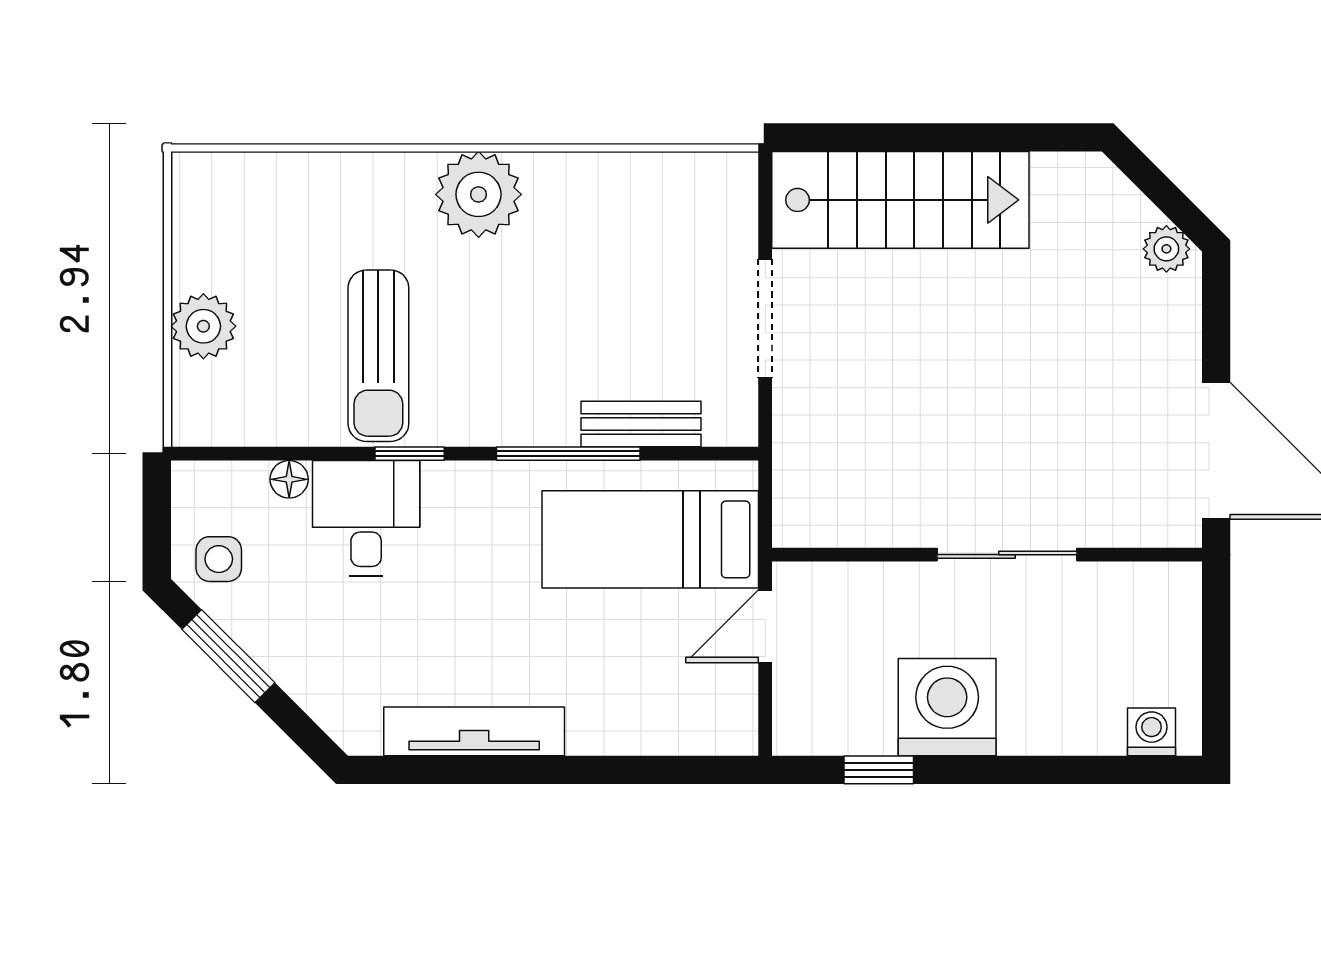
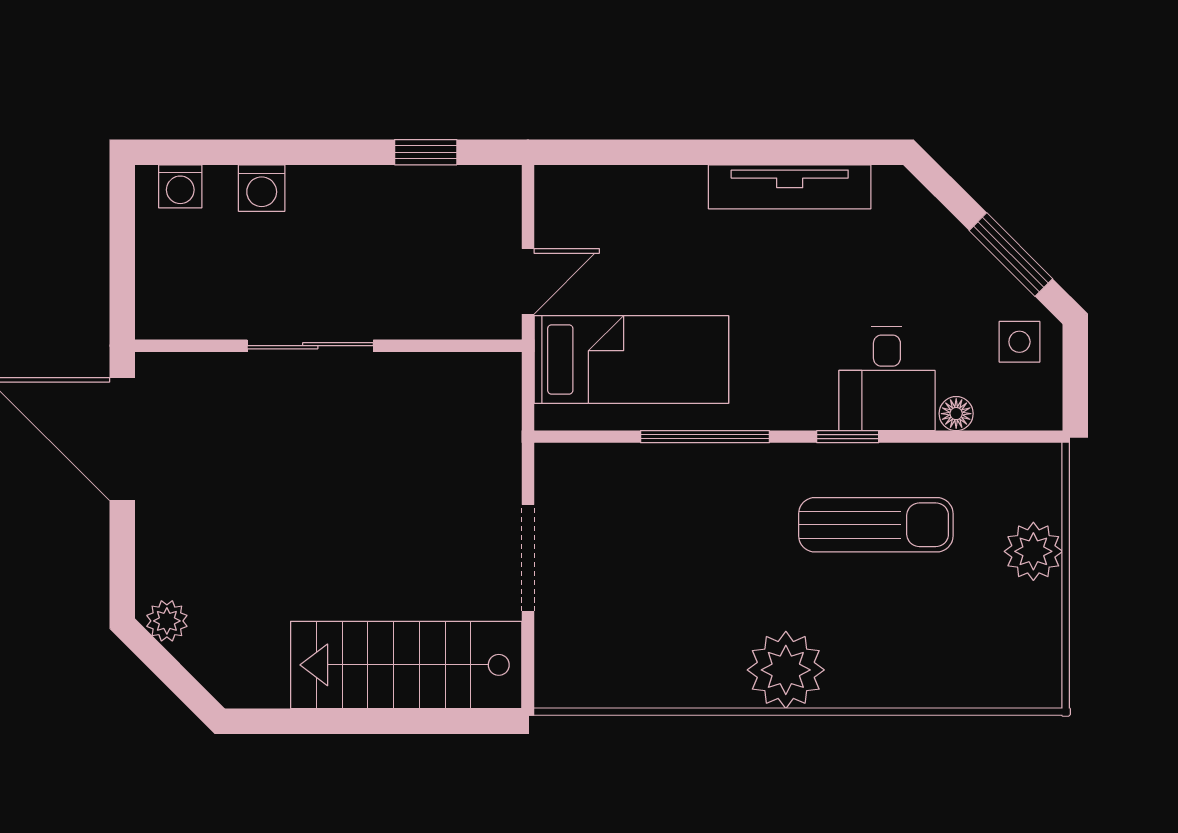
sun lounger: (378, 356) -> (876, 525), turned 90
bench: (641, 424) -> (640, 463), removed
washing machine: (947, 707) -> (262, 188), moved, width x0.53, depth x0.53

